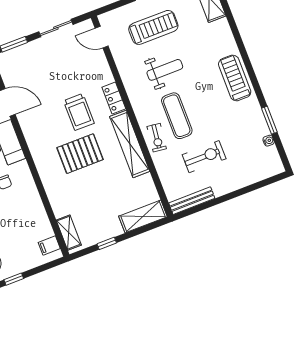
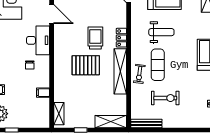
trolley: (79, 112) -> (95, 38), turned 180
filing cabinet: (49, 245) -> (43, 93), moved

